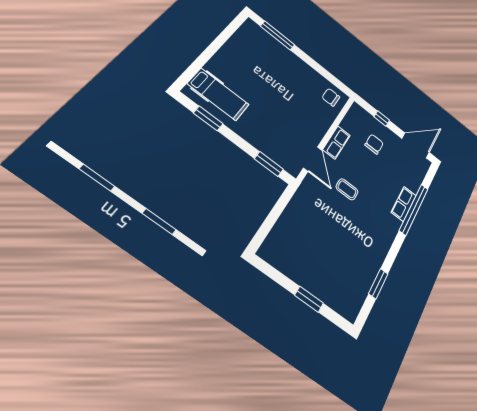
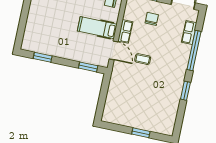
hospital bed: (218, 94) -> (97, 28), moved, turned 180
row of seats: (404, 204) -> (189, 33), moved
window: (378, 284) -> (185, 91), moved

